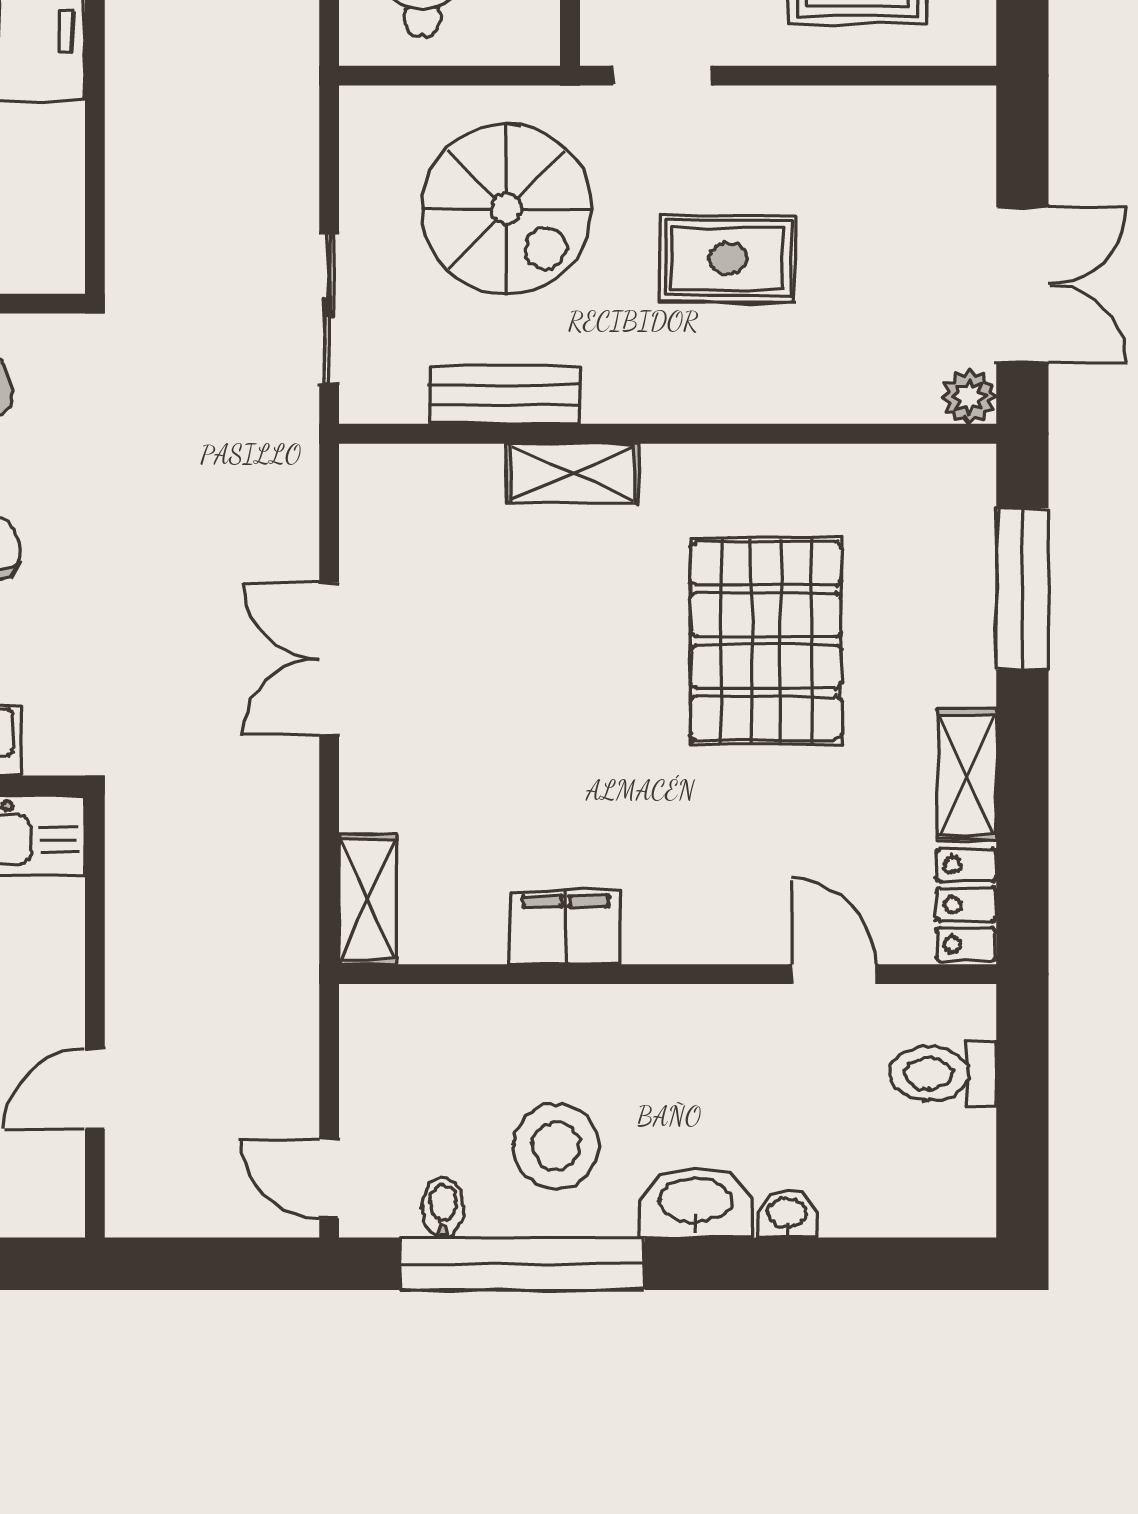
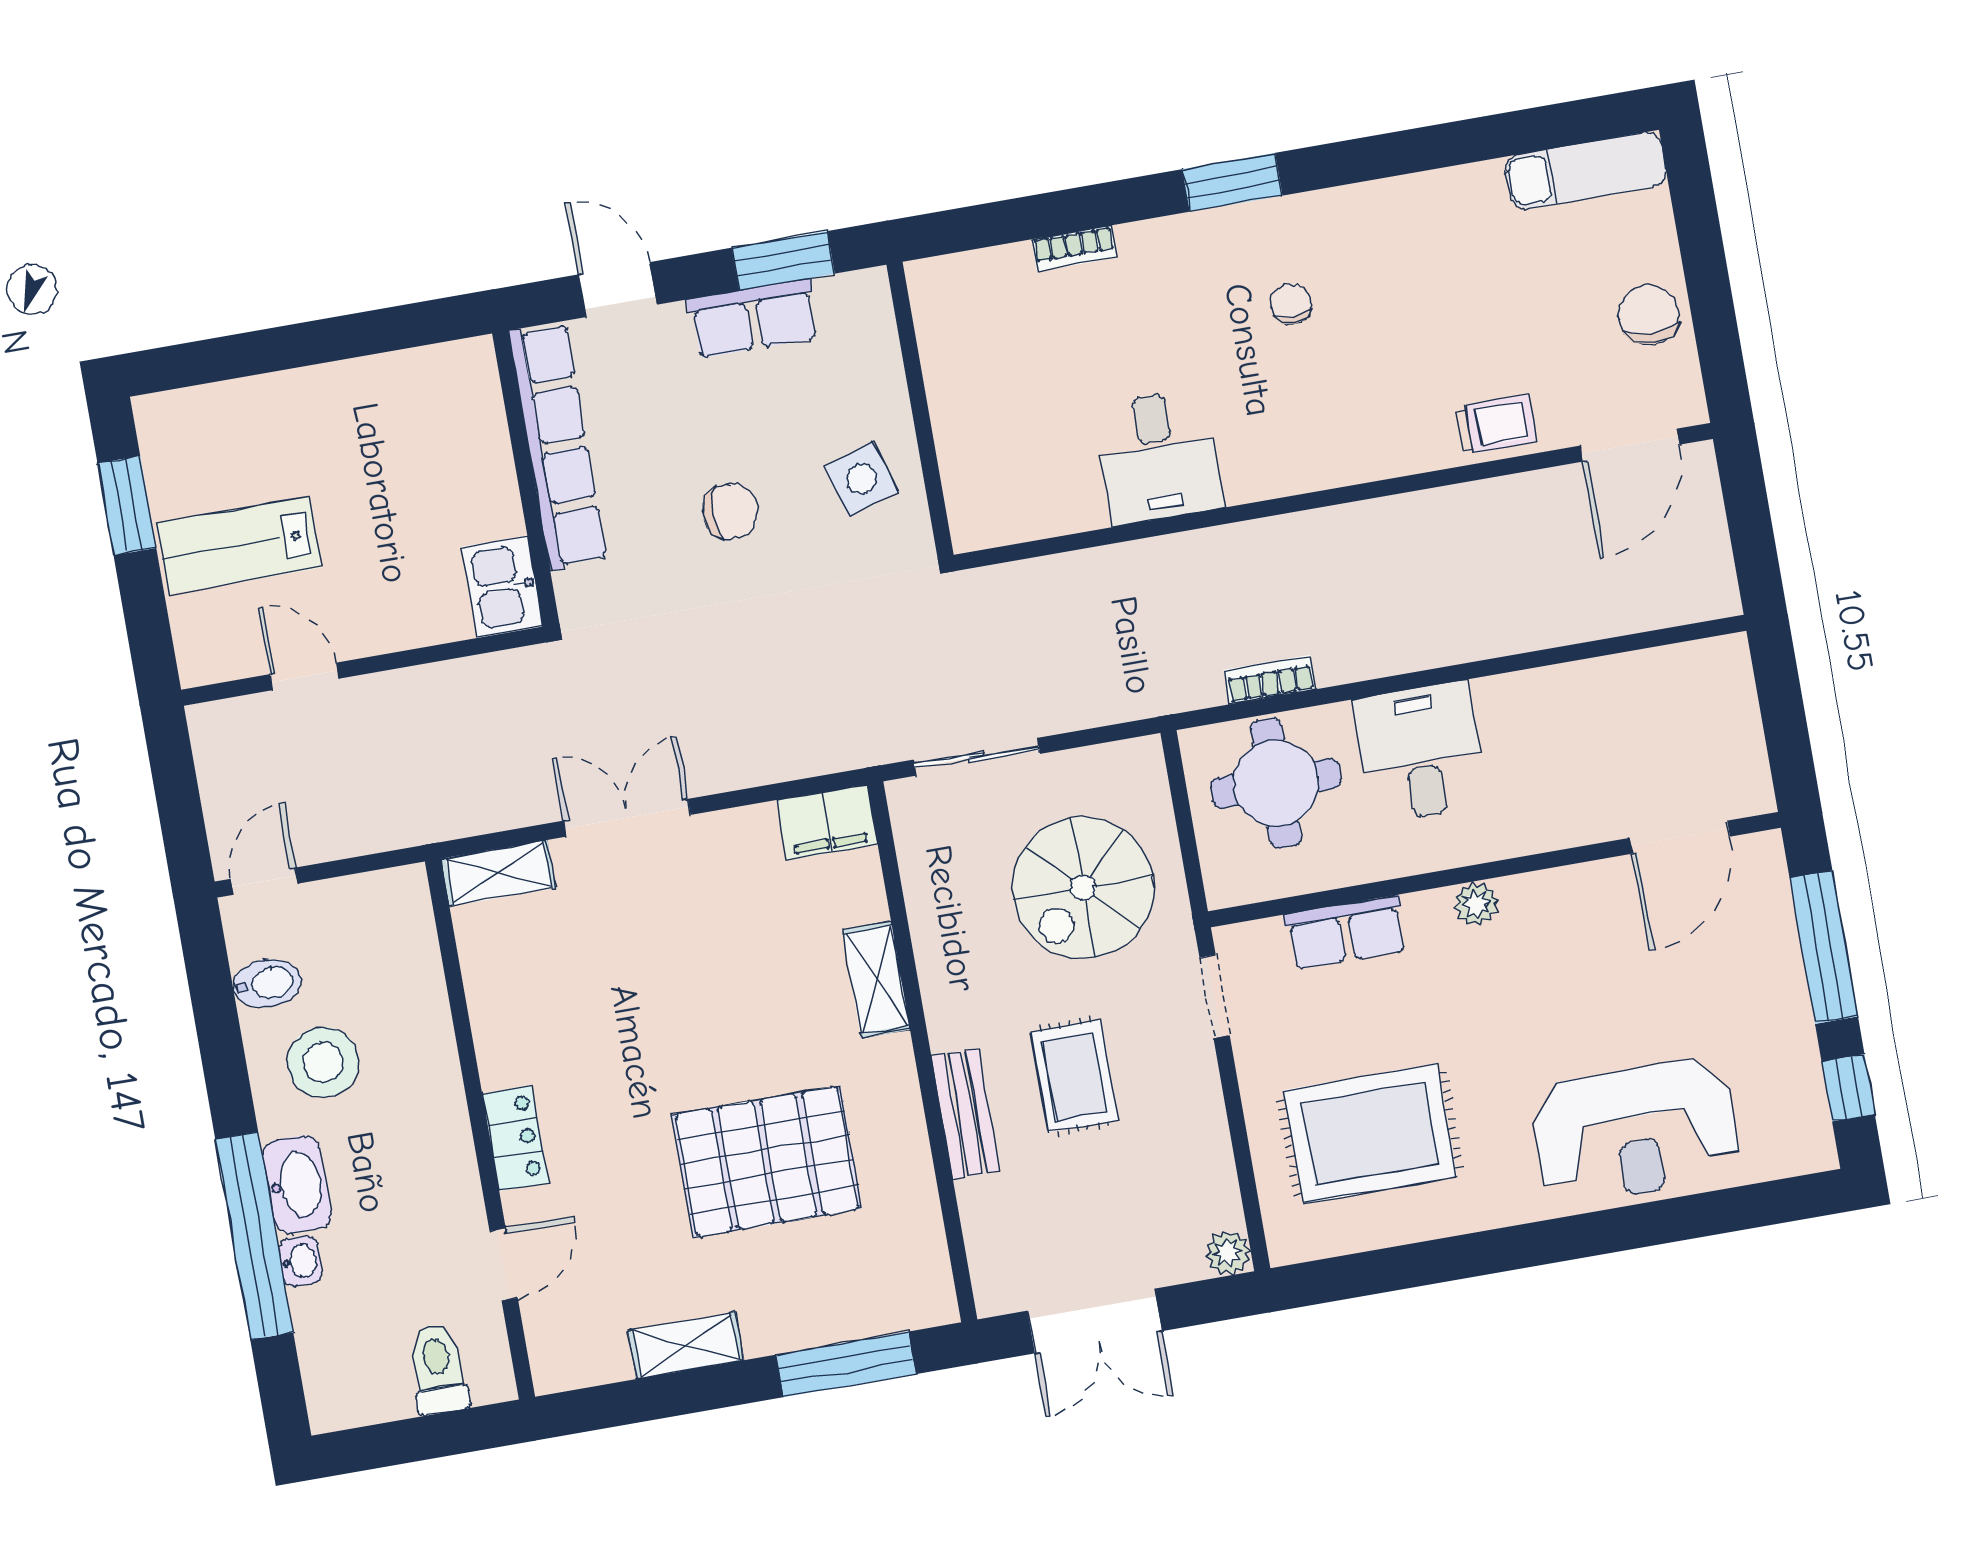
bench: (504, 395) -> (965, 1114), moved
plant: (969, 397) -> (1228, 1253), moved
double door: (329, 659) -> (627, 818), moved
locker: (966, 905) -> (515, 1138), moved, turned 90
filing cabinet: (565, 927) -> (827, 822), moved, turned 90
bidet: (443, 1207) -> (267, 983), width x1.38, depth x1.36
window: (522, 1264) -> (254, 1236), moved

